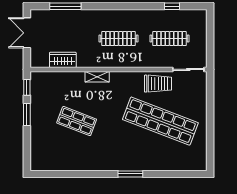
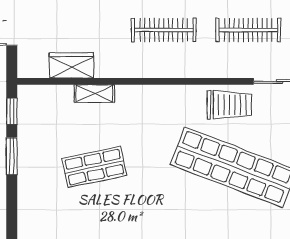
shelving: (97, 77) -> (94, 94), moved
shop shelf: (77, 121) -> (94, 167), turned -33

